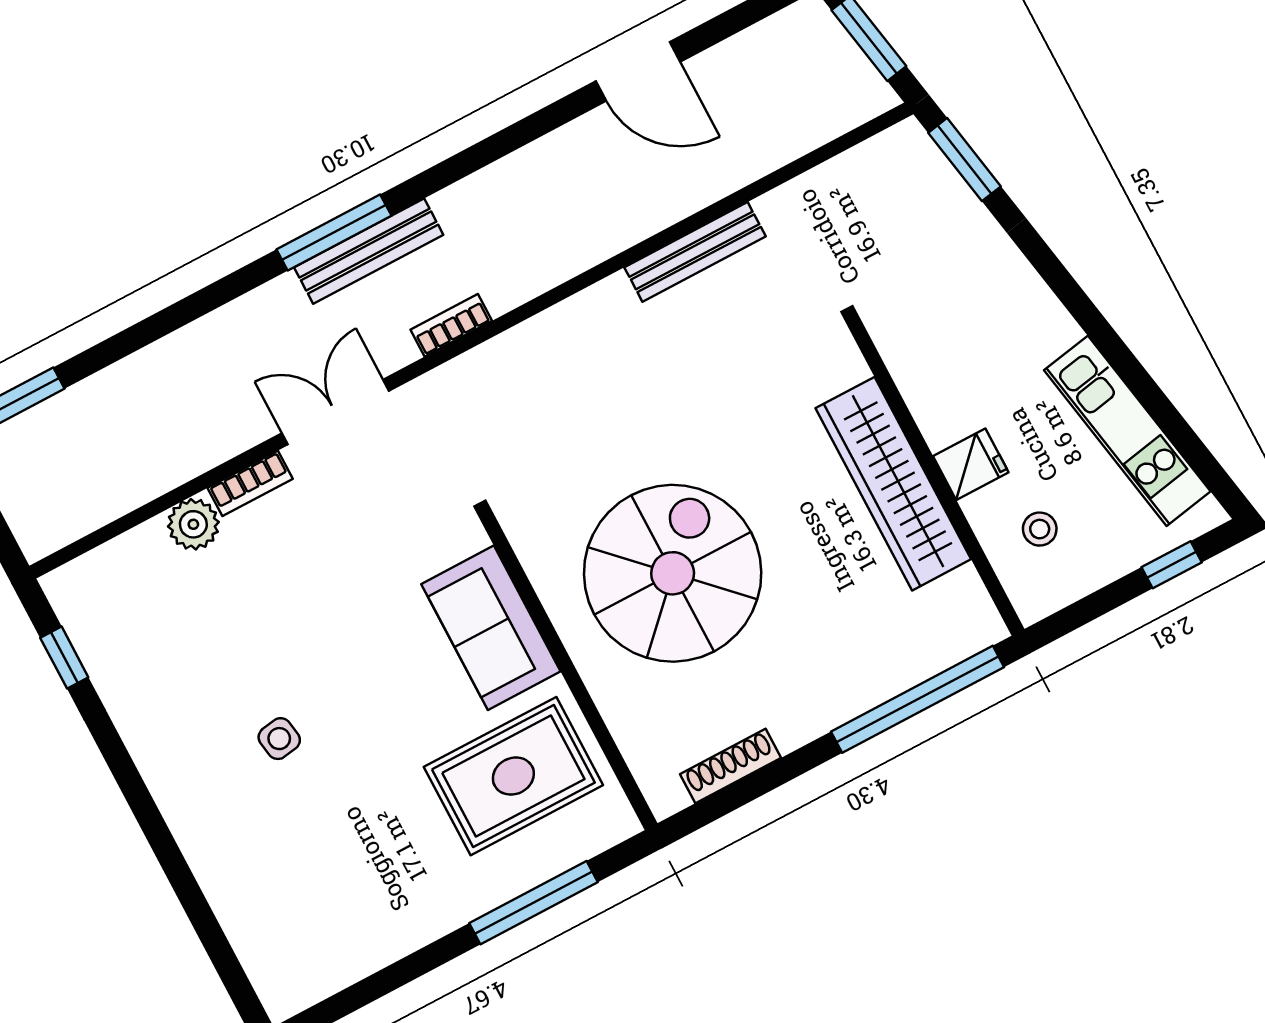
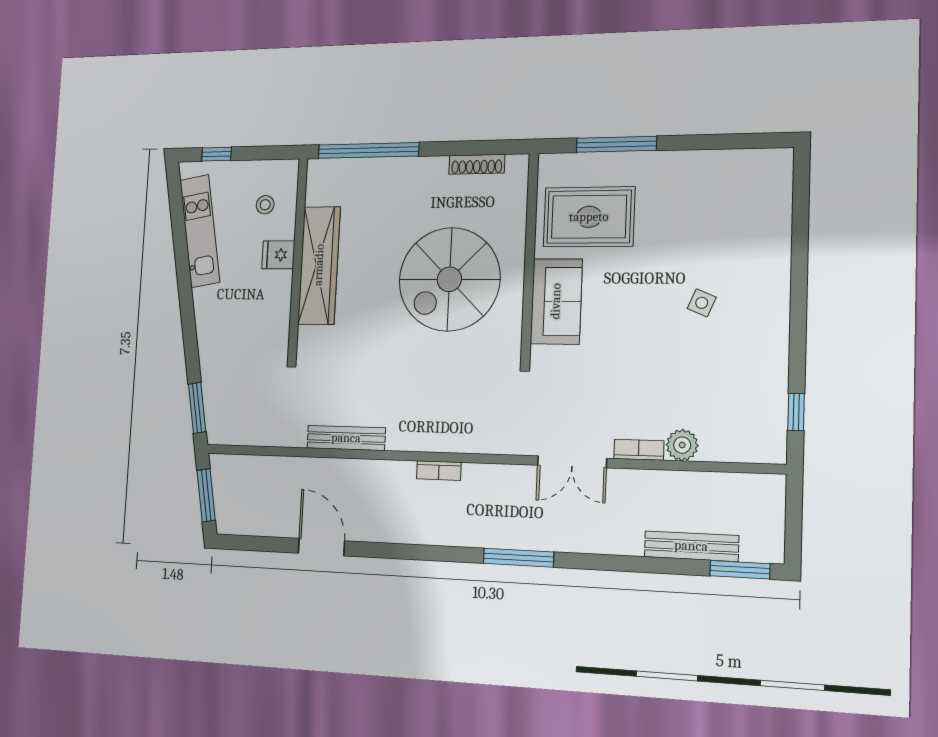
bench: (369, 251) -> (691, 546), moved
bookcase: (451, 325) -> (439, 471), moved
side table: (279, 739) -> (702, 303), turned 32

